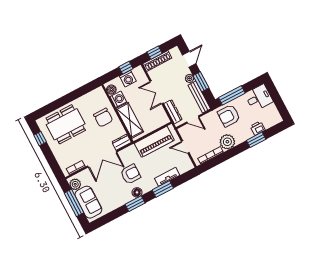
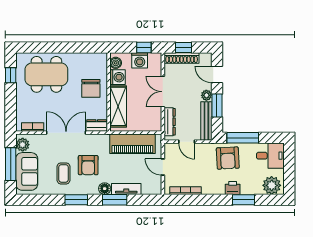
door: (189, 59) -> (217, 74), swing flipped
armchair: (229, 116) -> (228, 158), turned -93
printer: (258, 128) -> (233, 188), moved
plant: (227, 142) -> (272, 185), moved
double door: (102, 159) -> (66, 133), swing flipped
armchair: (130, 174) -> (88, 165), turned 90
coffee table: (116, 190) -> (63, 173), added
floor lamp: (137, 192) -> (105, 189), moved

